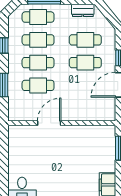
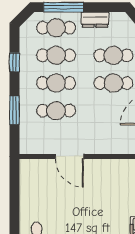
dresser: (83, 10) -> (95, 20), moved
door: (49, 123) -> (69, 156), swing flipped

